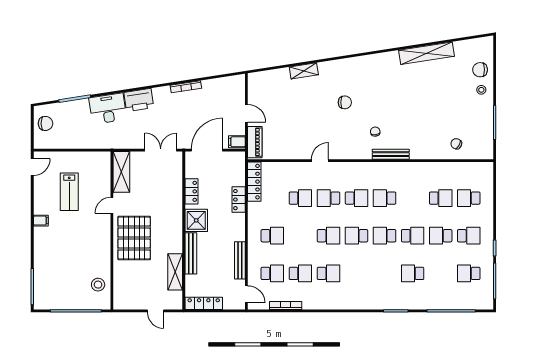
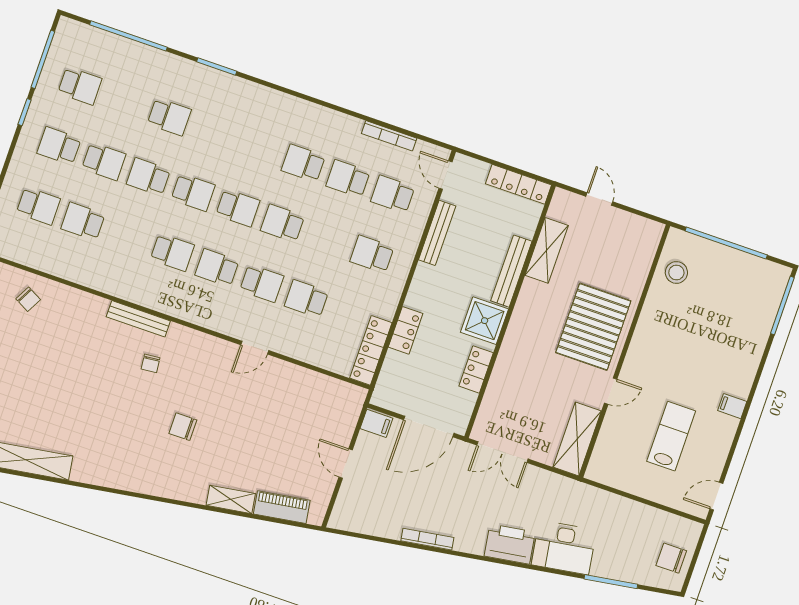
piano: (255, 142) -> (282, 507), moved, turned 81

